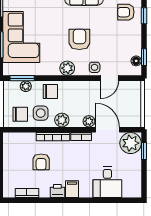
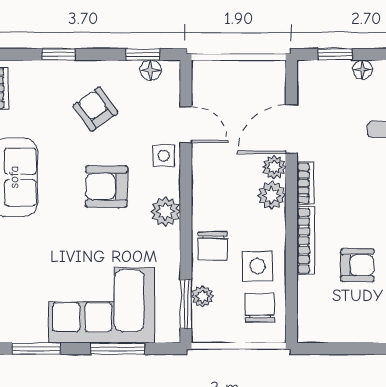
armchair: (126, 12) -> (95, 109), moved, turned 144
chair: (50, 91) -> (213, 246), turned 180
plant: (62, 120) -> (272, 195), moved
plant: (131, 143) -> (319, 82), removed
floor lamp: (137, 164) -> (363, 70), added

